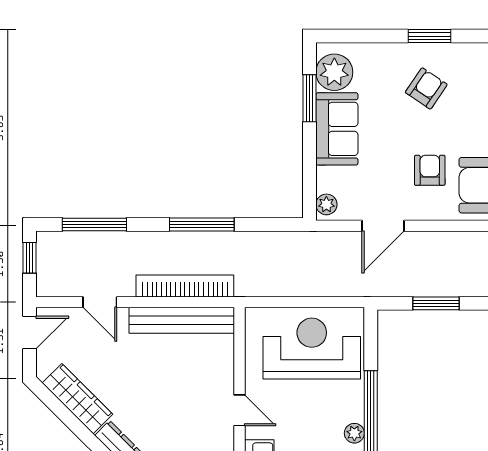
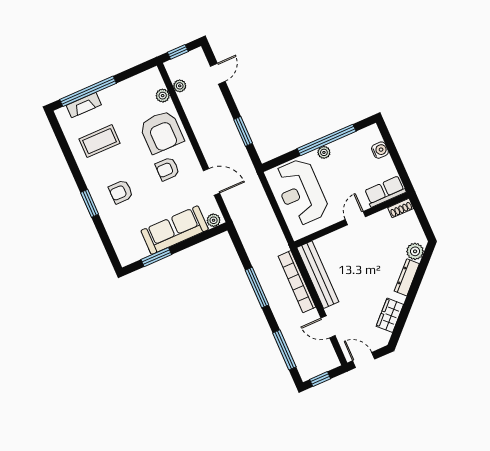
plant: (334, 72) -> (135, 249), removed
armchair: (426, 88) -> (121, 192), turned -34
sofa: (337, 129) -> (175, 230), width x1.36
door: (100, 302) -> (328, 327), swing flipped
wardrobe: (77, 399) -> (390, 315), width x0.67
plant: (354, 433) -> (324, 152), moved

